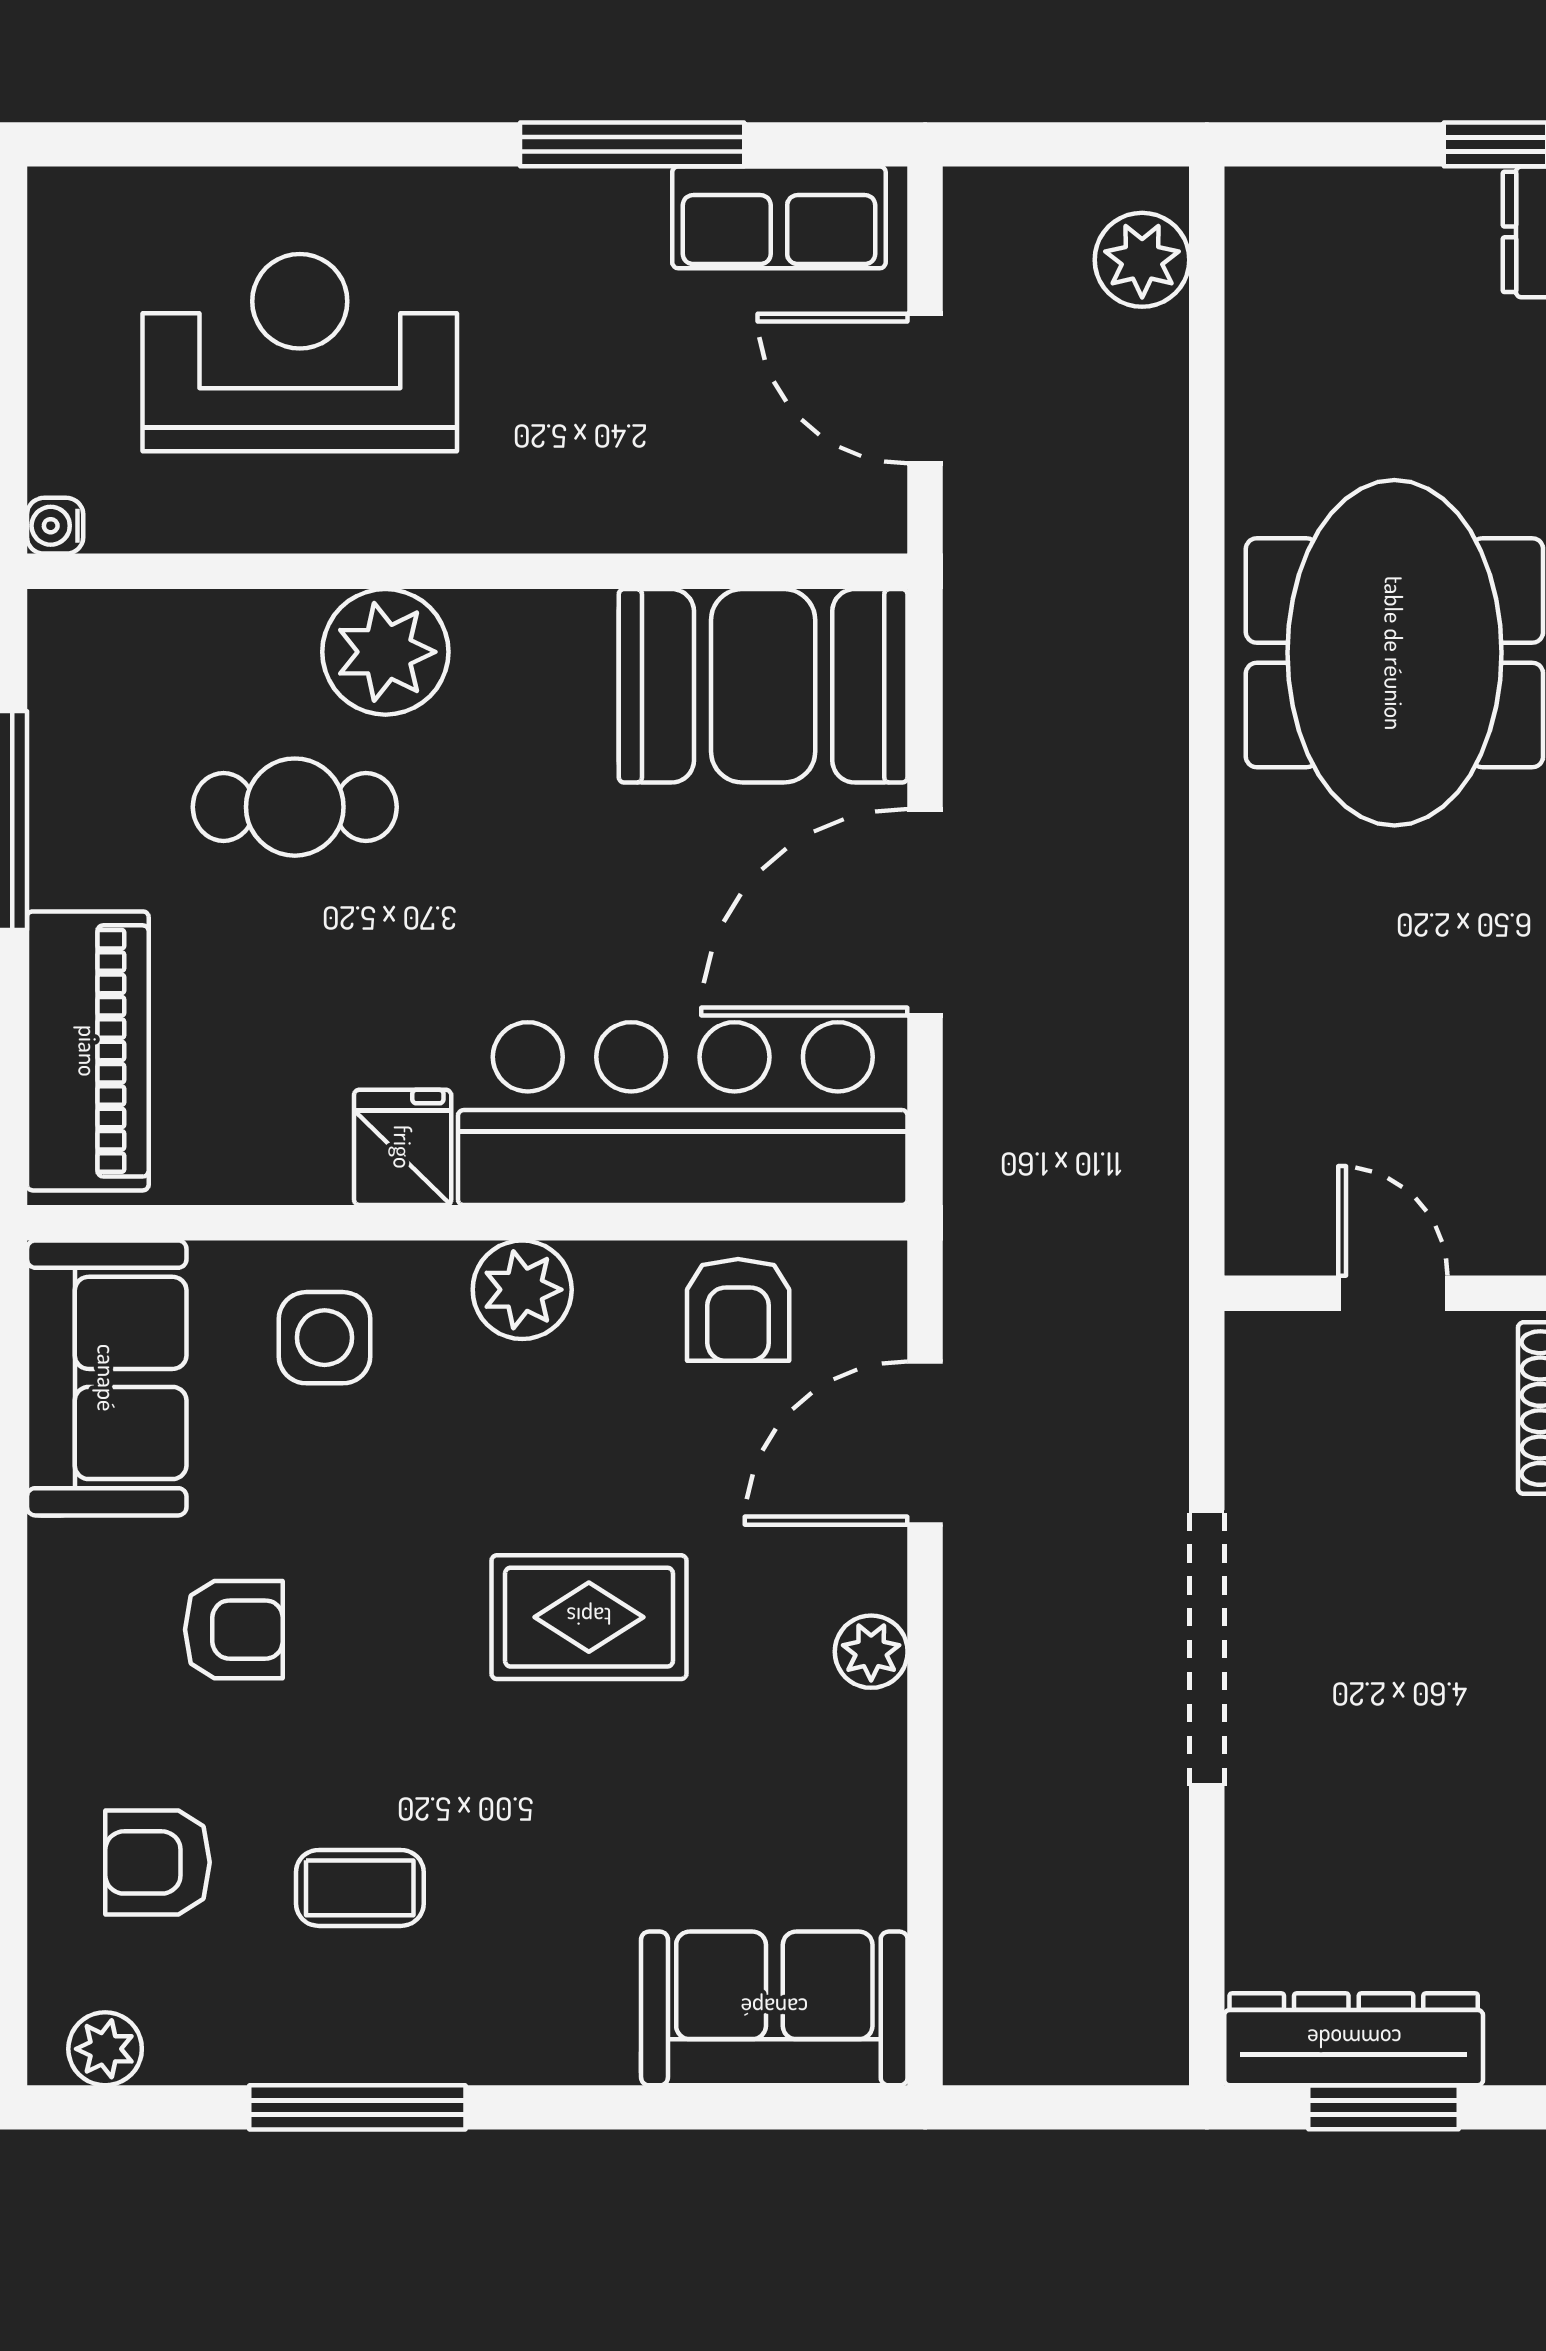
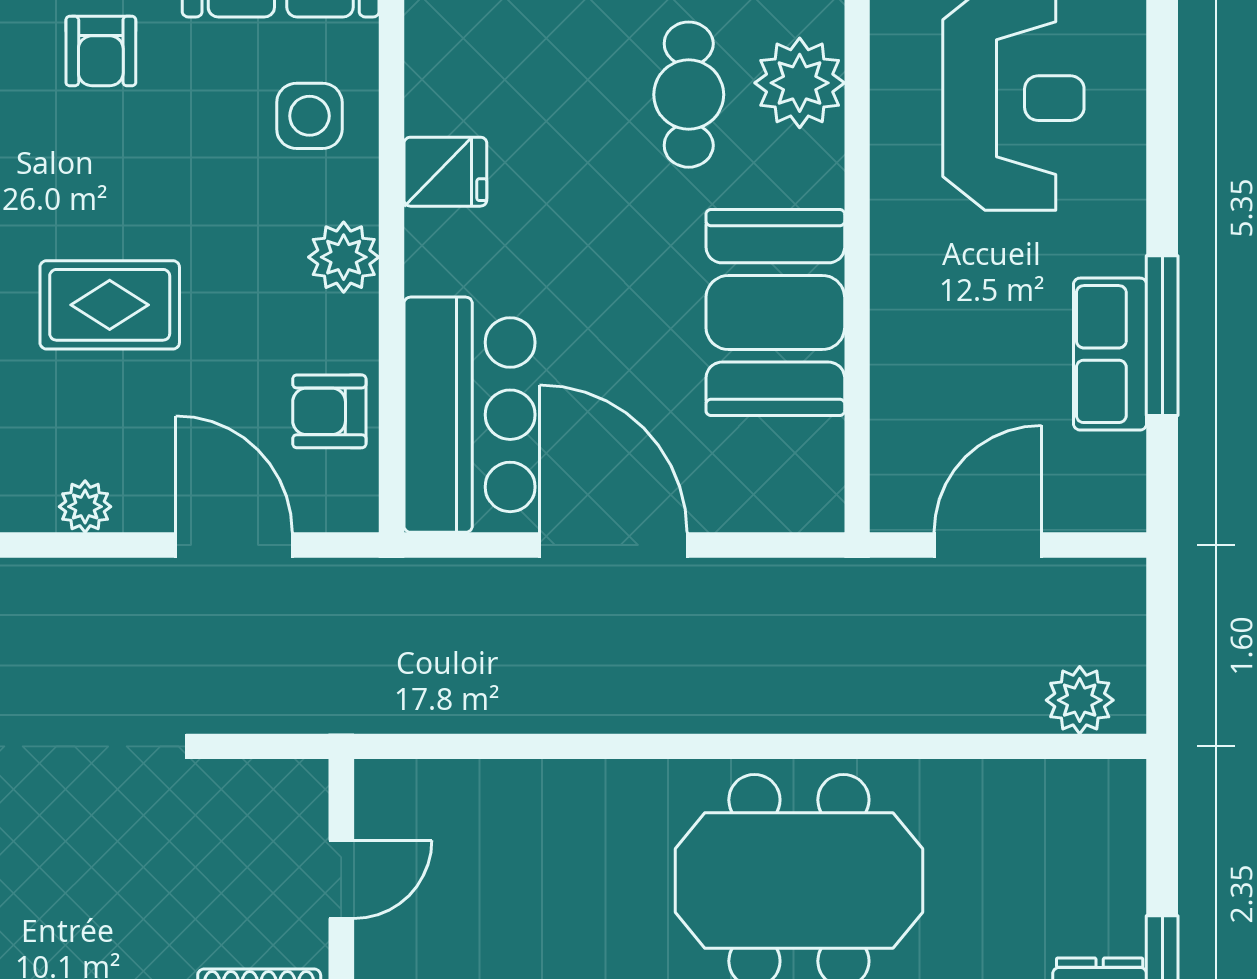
row of seats: (779, 217) -> (1110, 354), moved
plant: (385, 652) -> (800, 83), moved
booth: (763, 686) -> (775, 312), moved
bar counter: (683, 1114) -> (470, 415), width x0.73
rug: (589, 1617) -> (110, 305), turned 90

